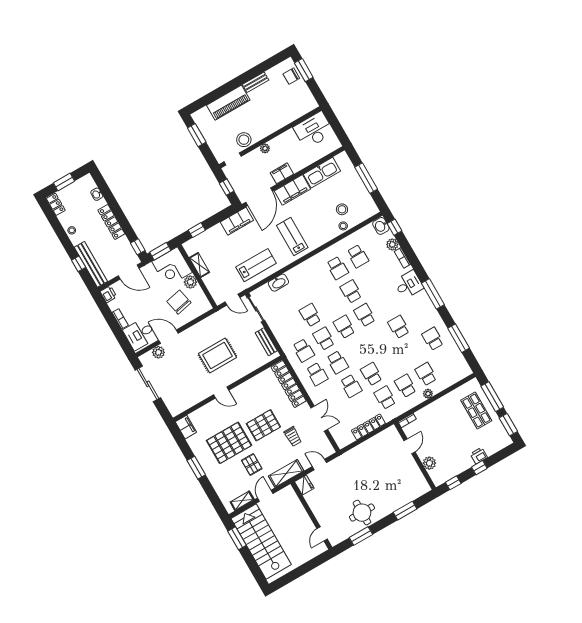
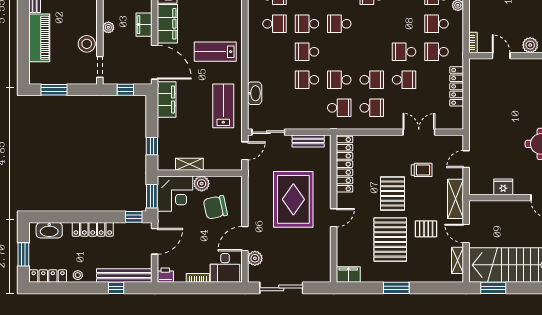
washbasin: (97, 194) -> (49, 230), width x1.91, depth x1.45
locker: (56, 204) -> (48, 276), width x1.53
school desk: (344, 327) -> (307, 52), moved
rug: (217, 355) -> (293, 199), width x1.37, depth x1.44
locker: (289, 384) -> (344, 164), moved, turned -90
fridge: (304, 485) -> (503, 187), moved

